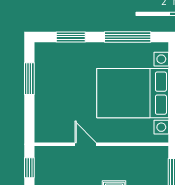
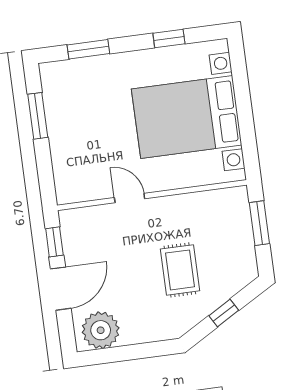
window: (128, 37) -> (169, 38), width x0.46

